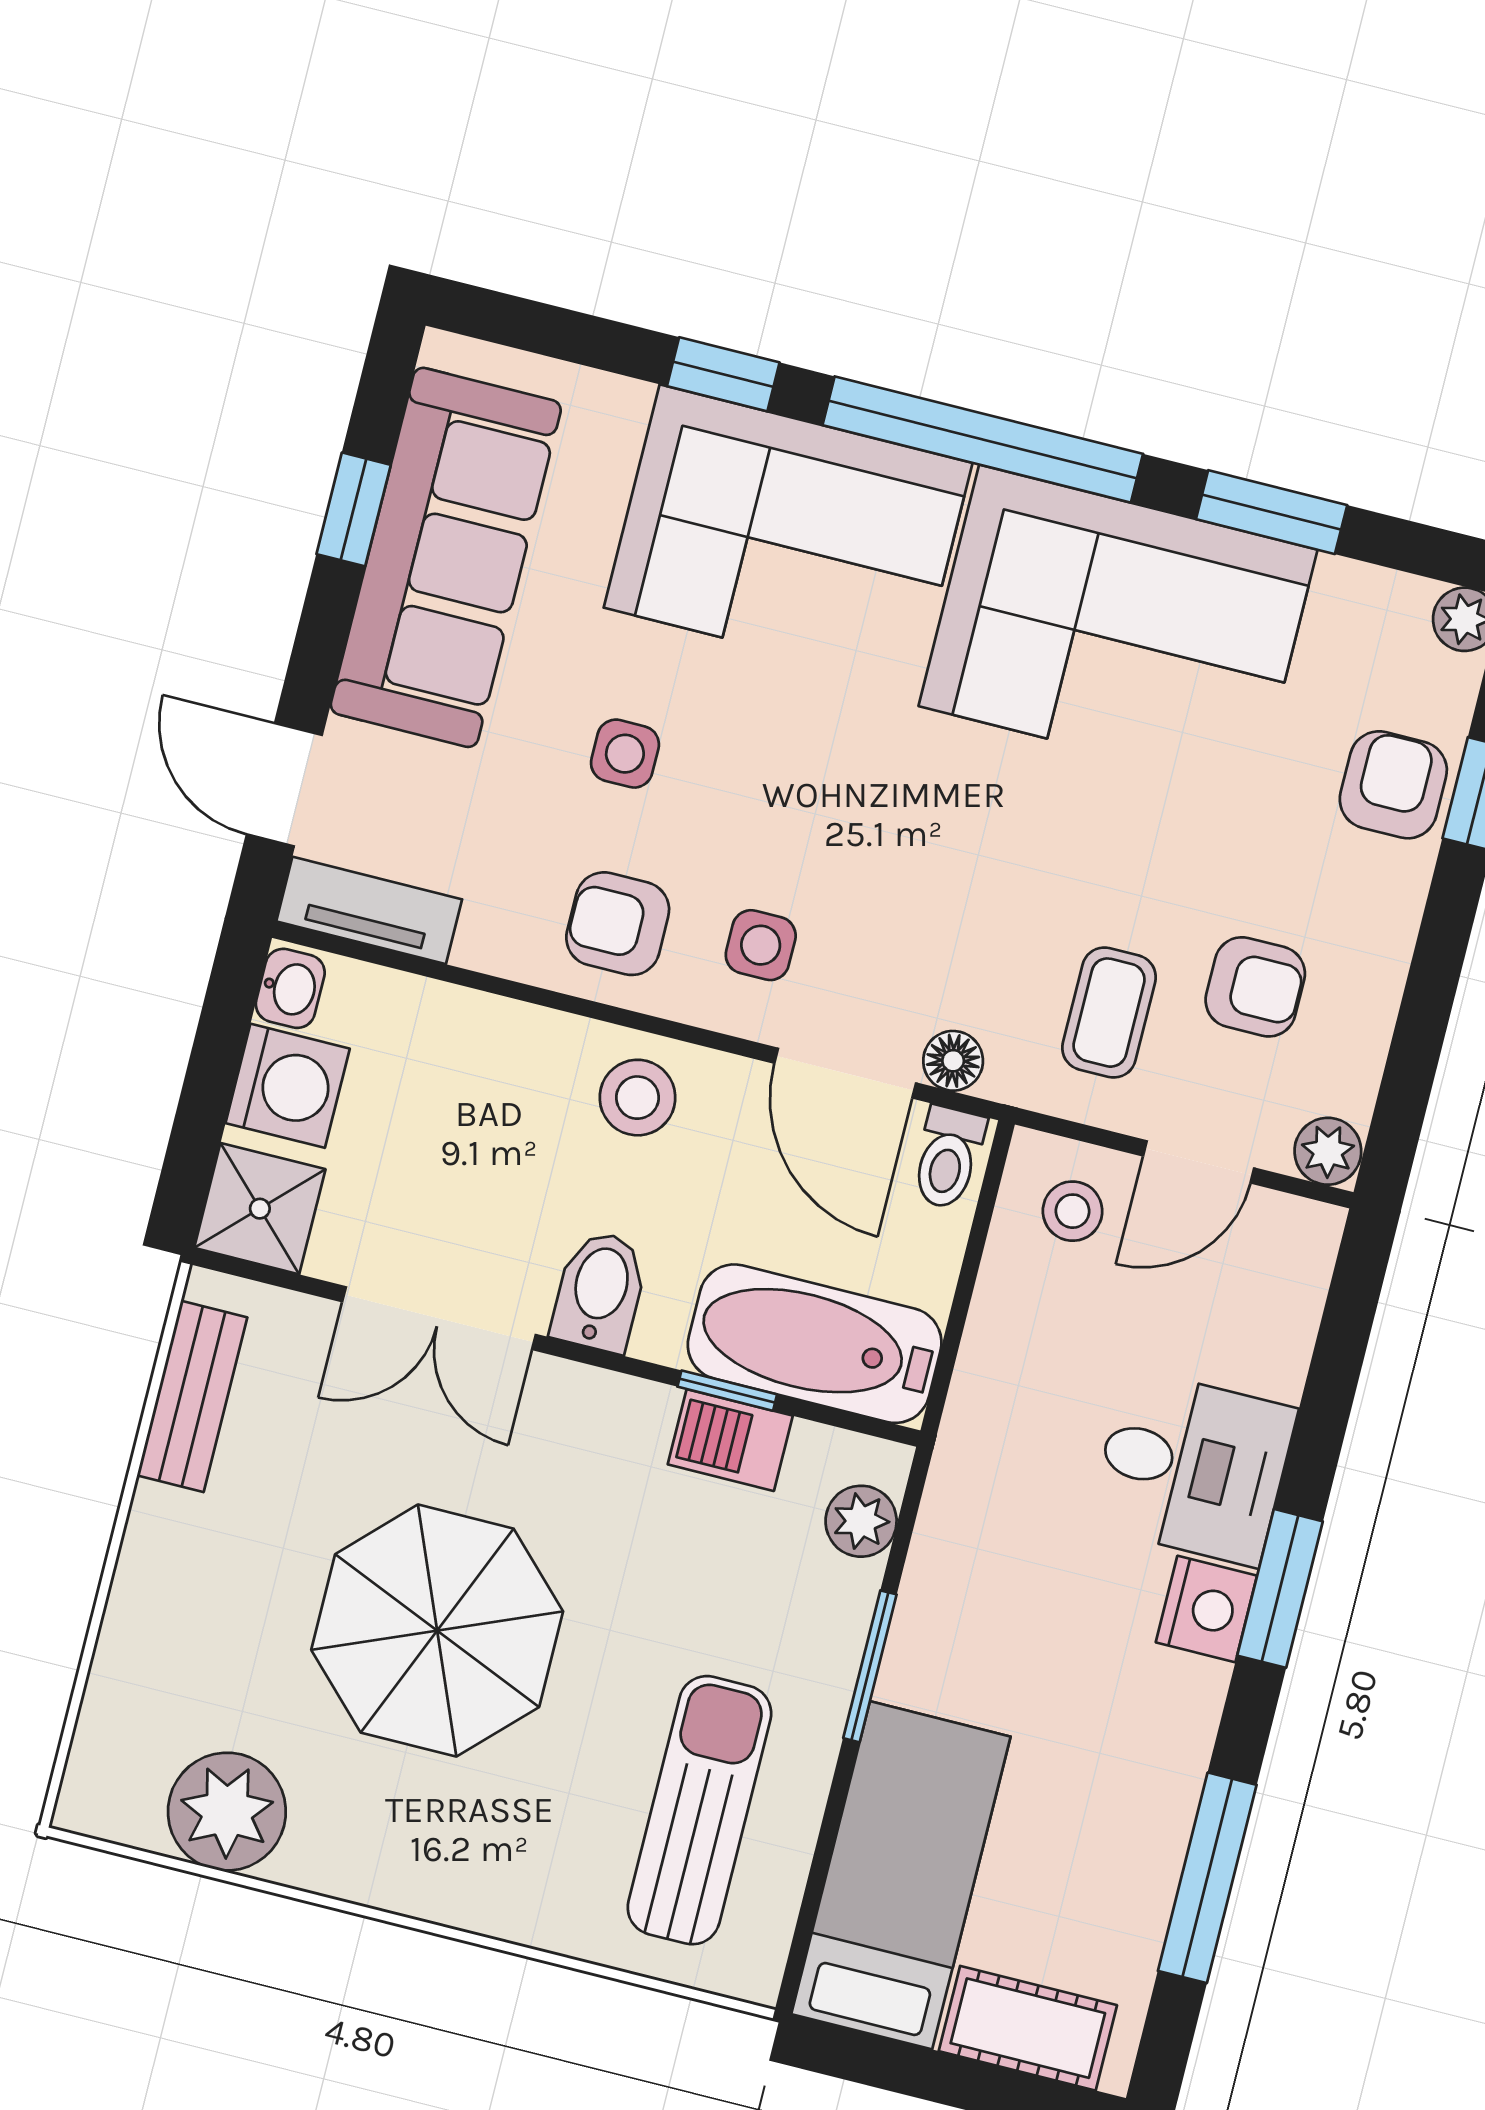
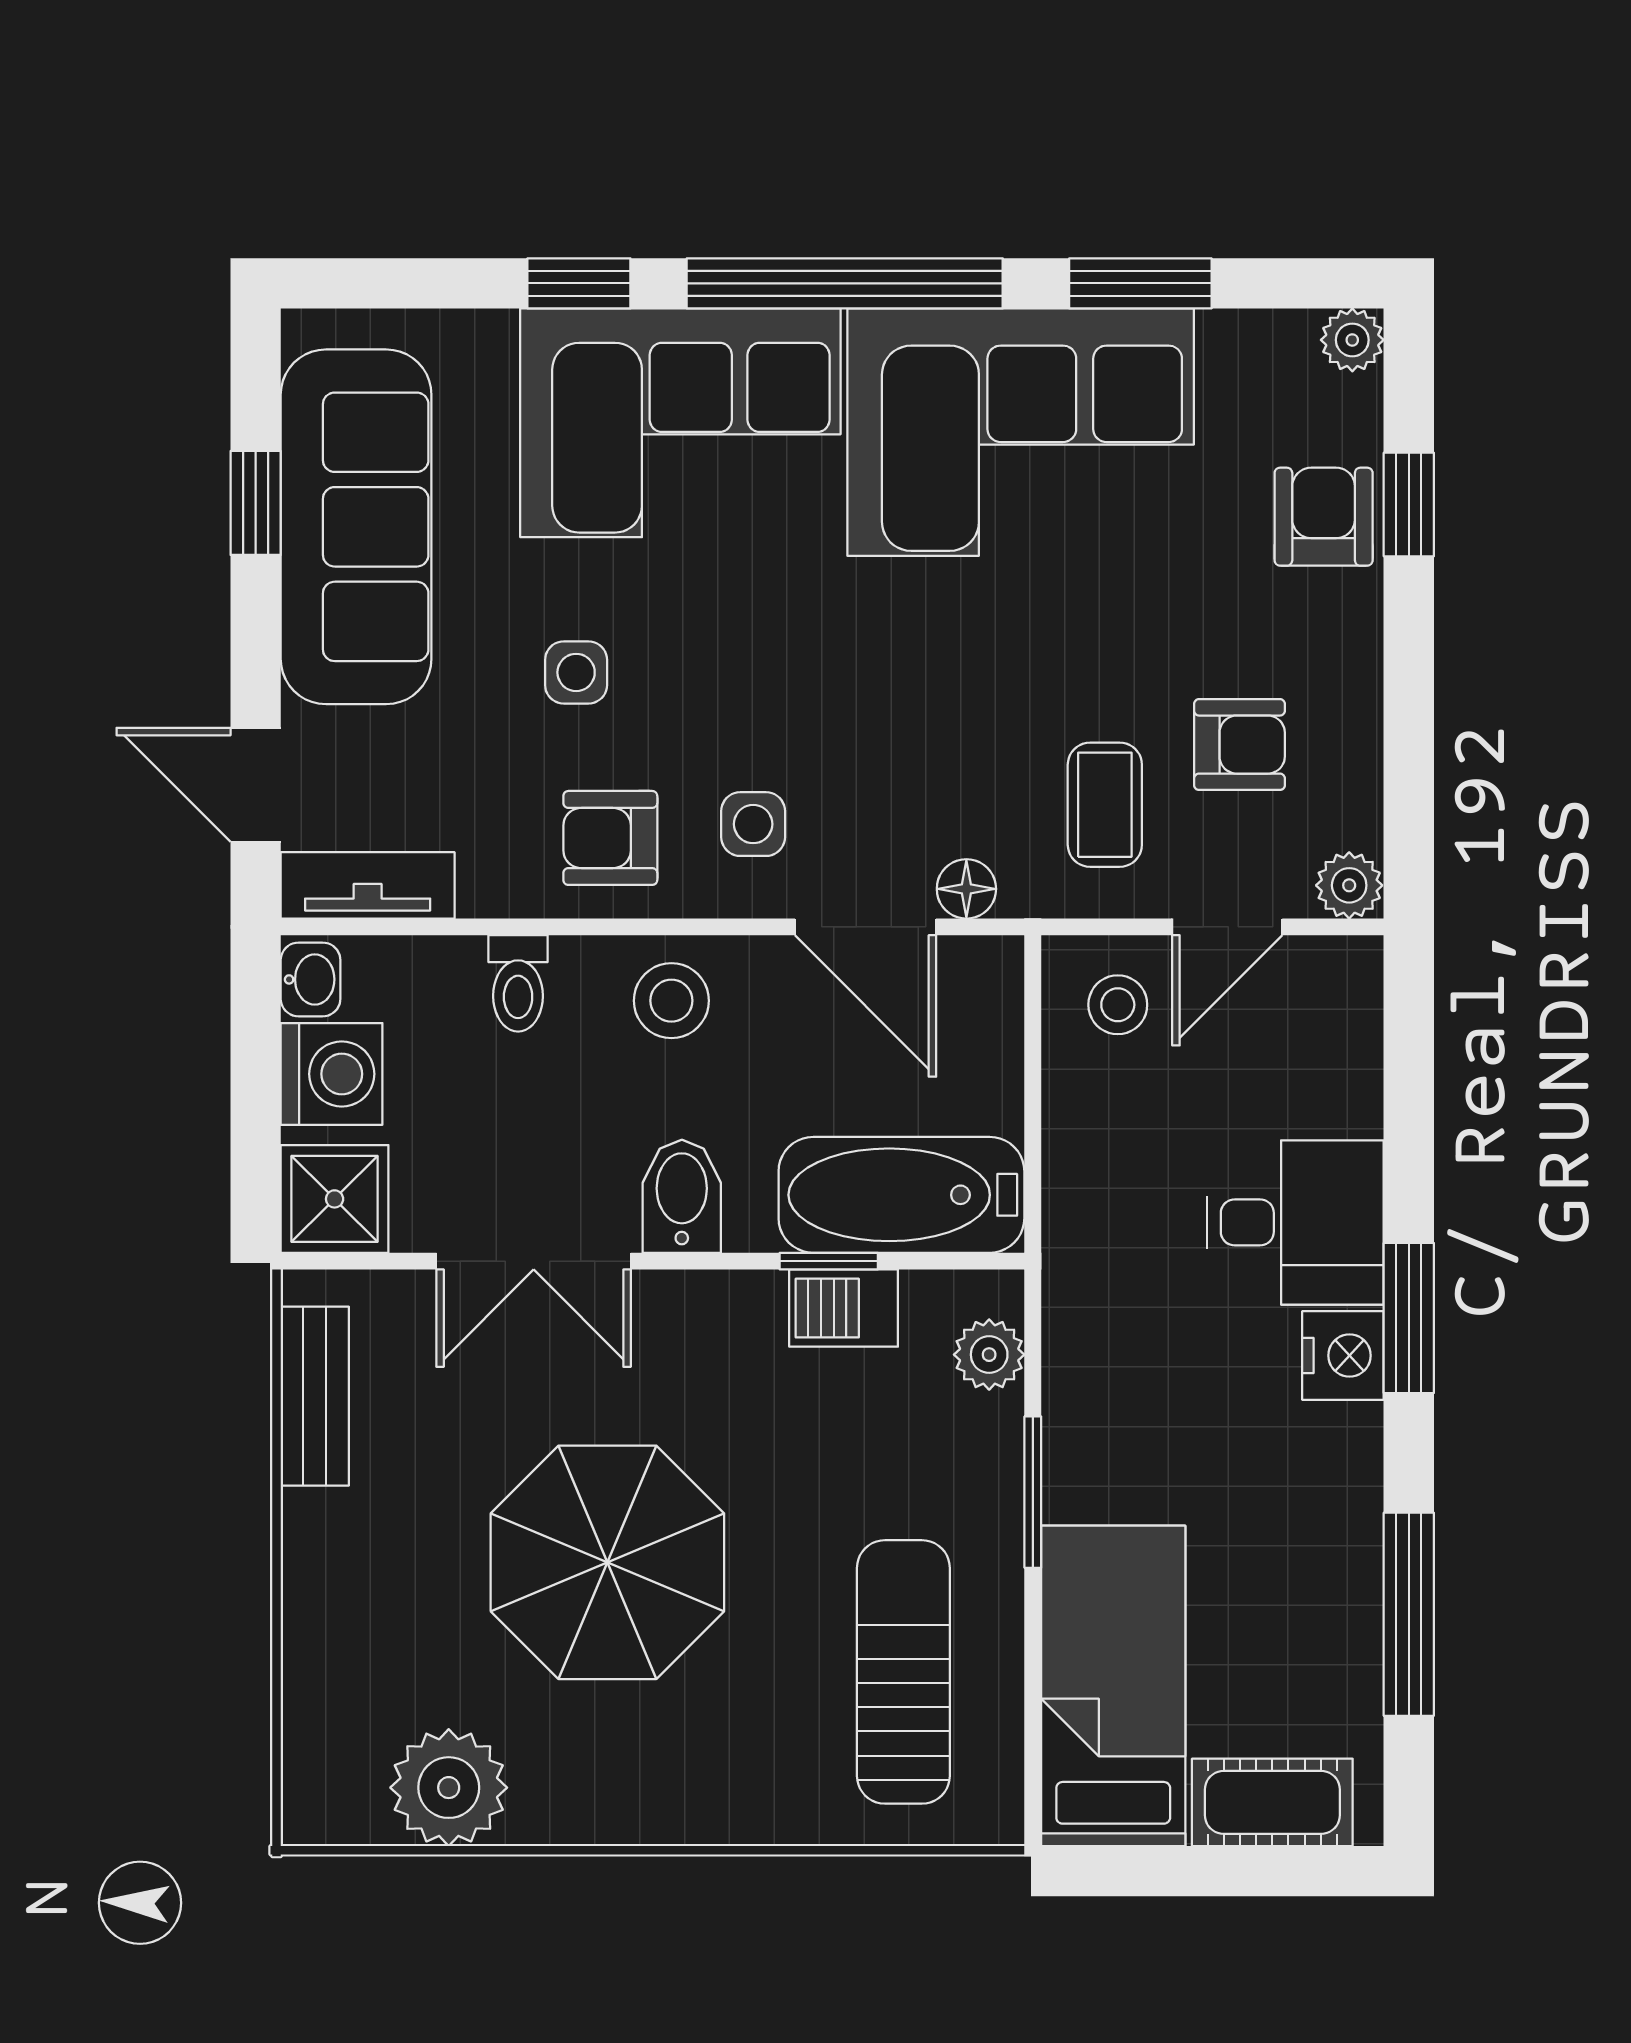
toilet: (948, 1158) -> (518, 983), moved

